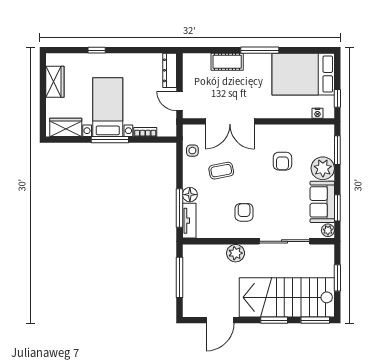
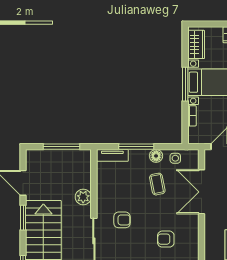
floor lamp: (190, 195) -> (156, 156), moved
window: (179, 208) -> (136, 147), moved
armchair: (244, 212) -> (122, 220), moved
window: (274, 320) -> (23, 218), moved

